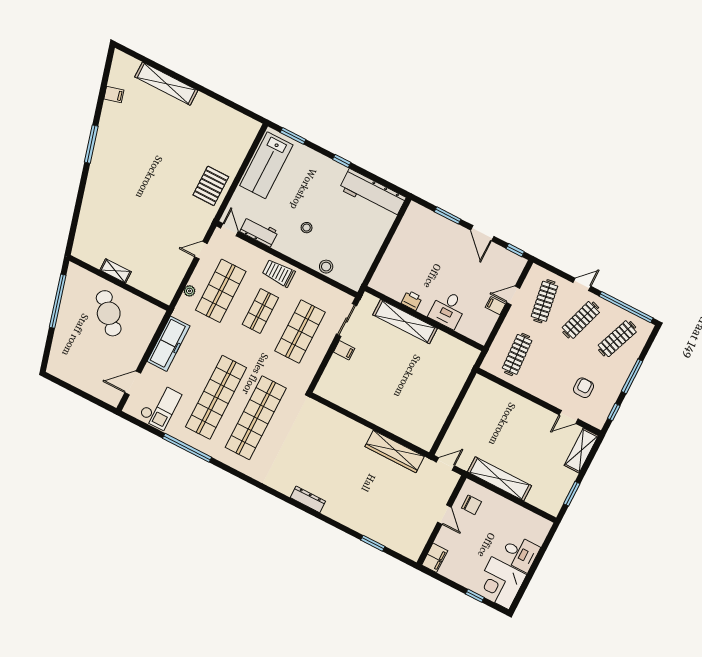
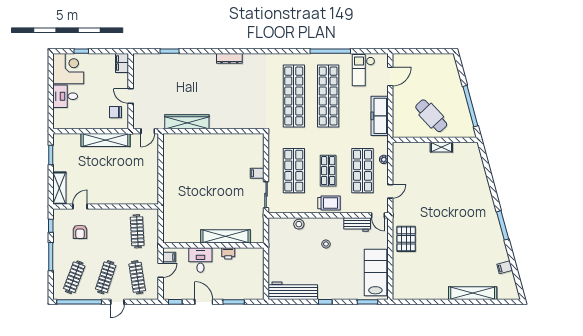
printer: (412, 300) -> (228, 253), moved
desk: (448, 309) -> (200, 260), moved
wall: (424, 319) -> (213, 245), moved
shelving: (405, 322) -> (225, 236), moved

